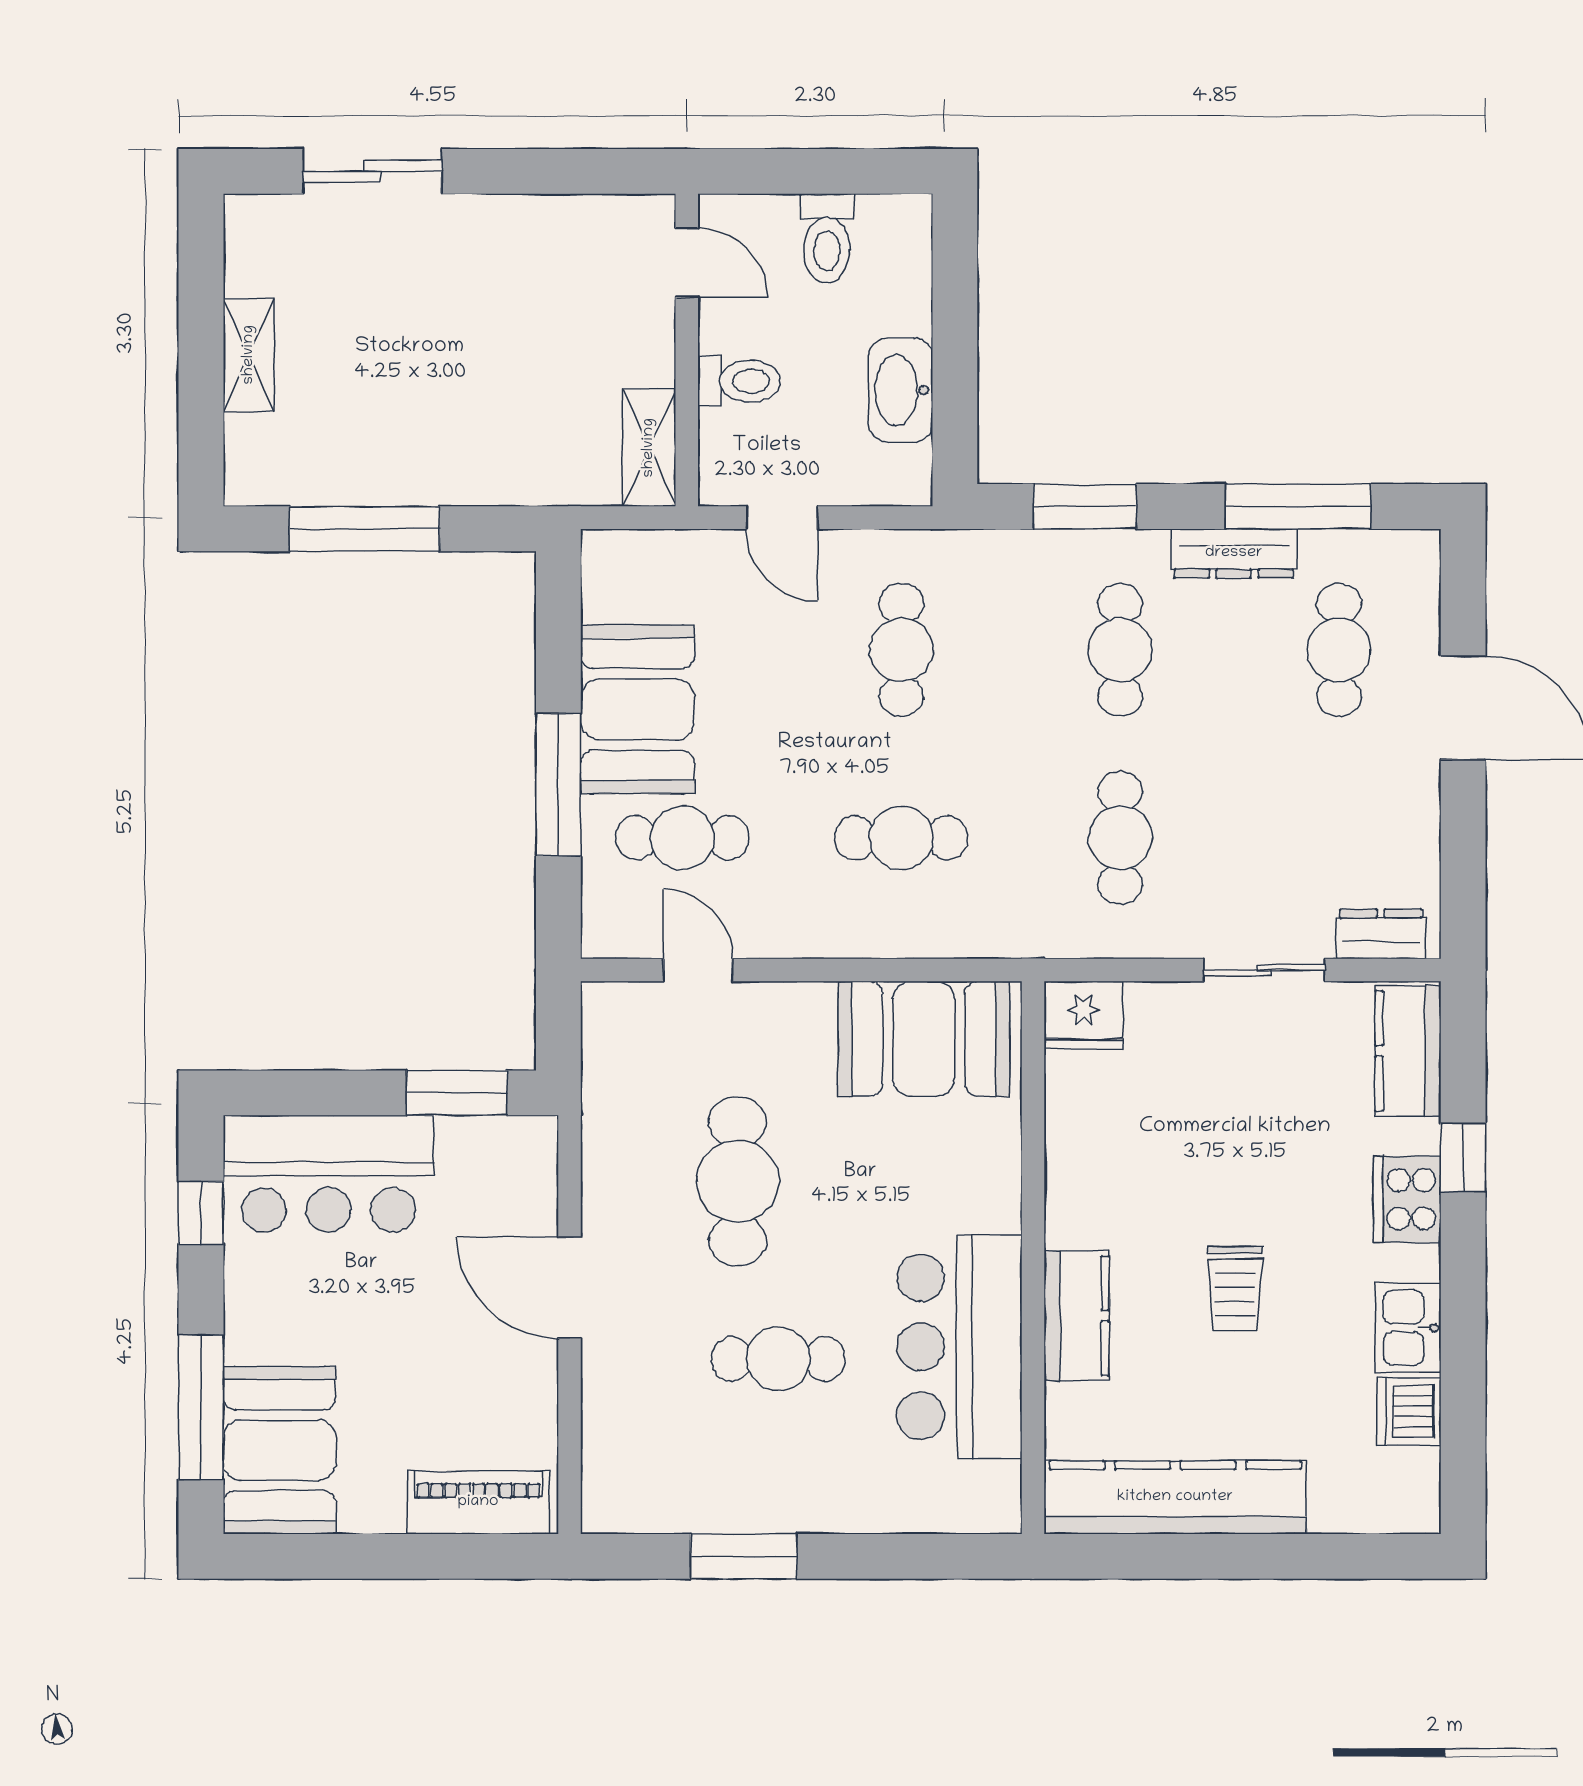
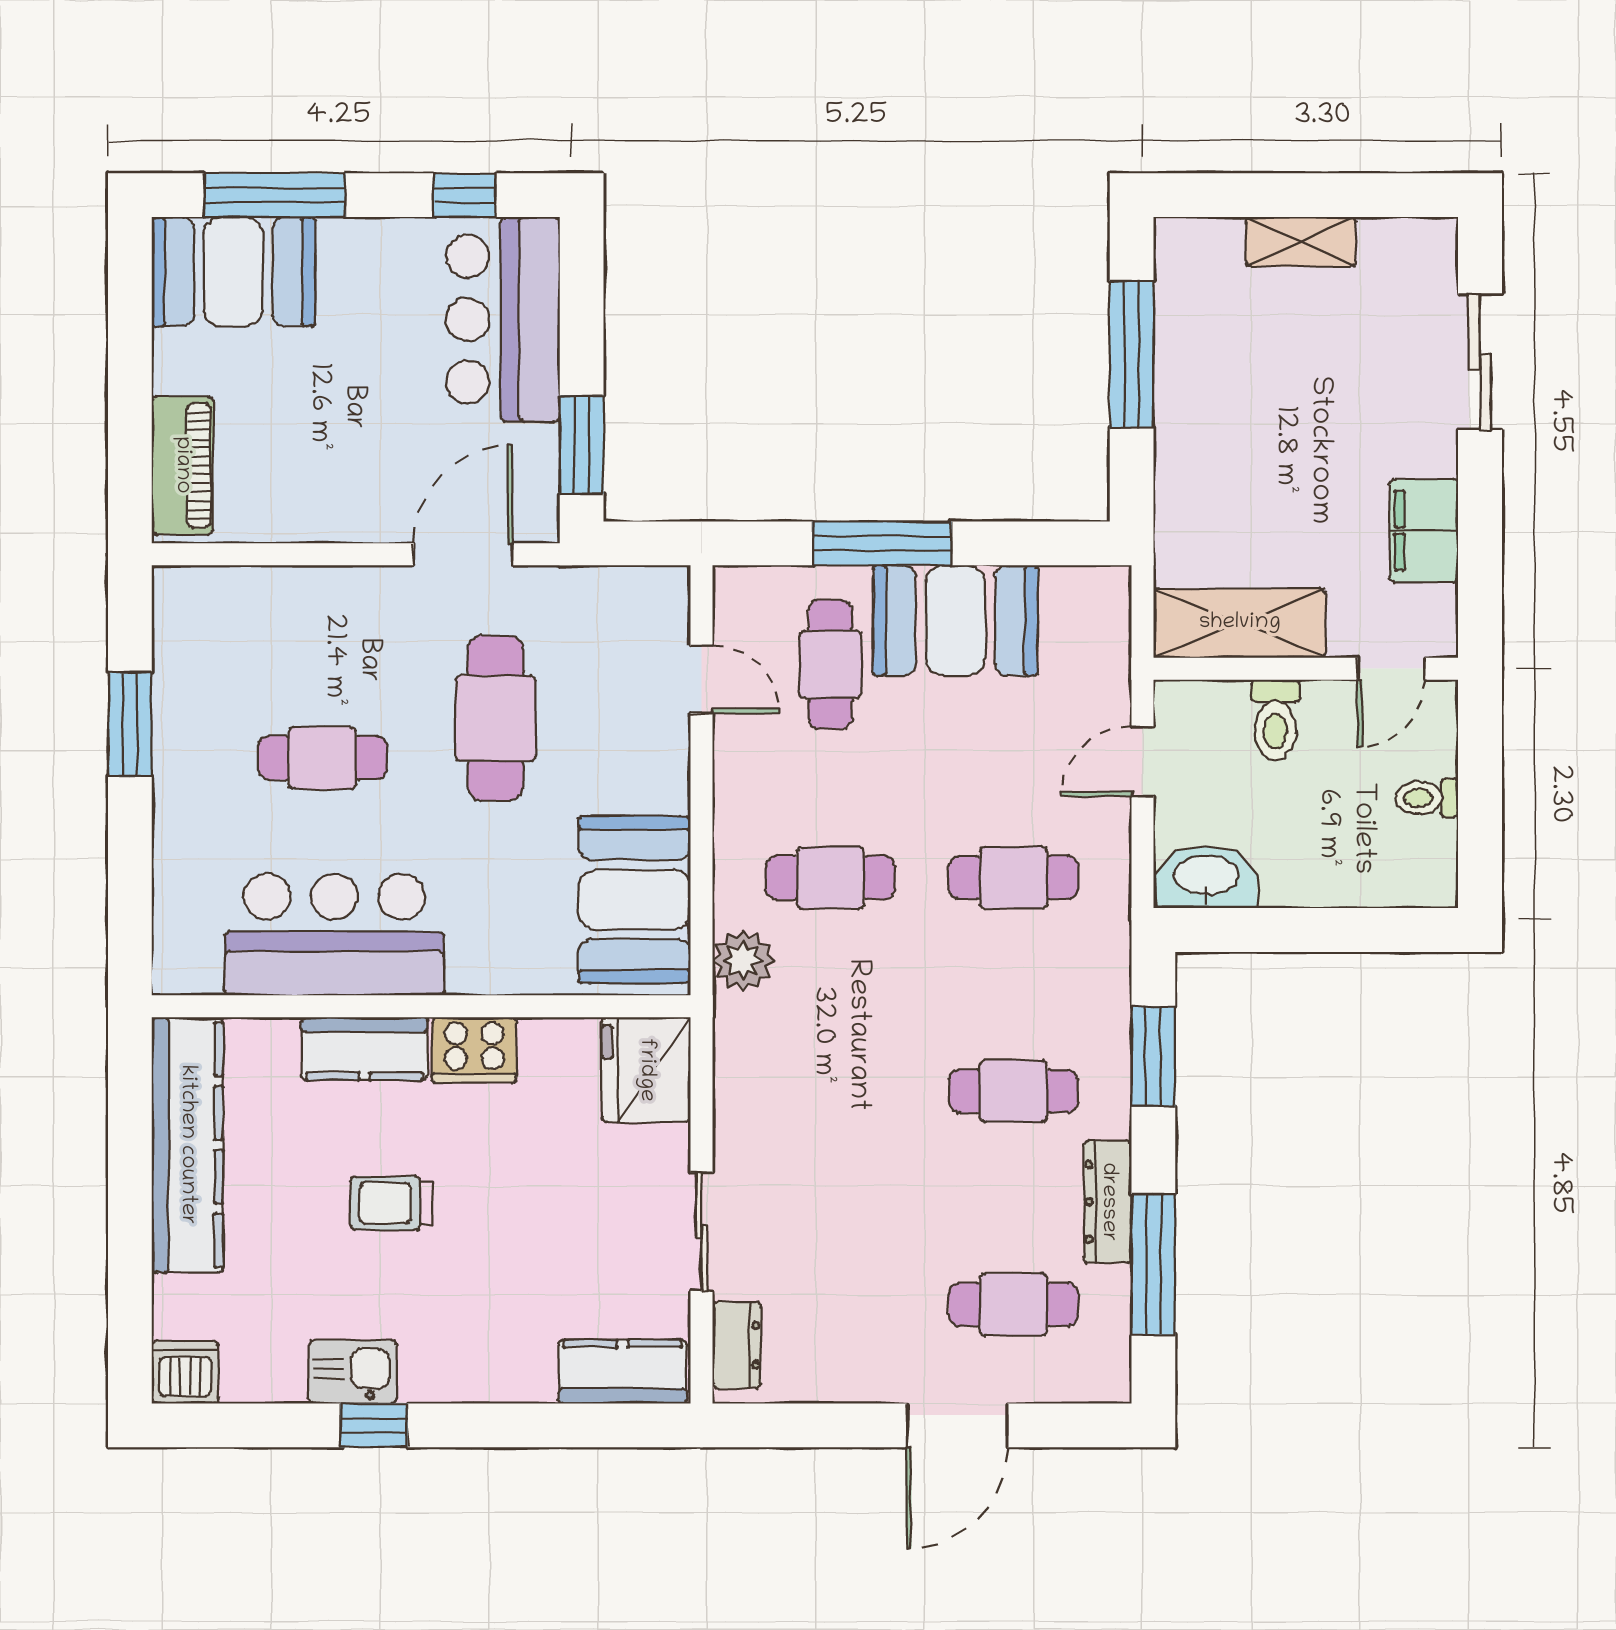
filing cabinet: (545, 229) -> (1424, 531), added
toilet: (827, 238) -> (1427, 798), width x0.73, depth x0.72
washbasin: (901, 390) -> (1206, 877), moved
shelving: (649, 448) -> (1240, 623), width x1.50, depth x1.33
cafe table: (901, 838) -> (830, 878), turned 90
cafe table: (1120, 838) -> (830, 1091), removed
plant: (986, 927) -> (743, 960), added
door: (698, 970) -> (701, 680), hinge flipped
fridge: (1084, 1015) -> (646, 1070), width x1.36, depth x1.34
window: (1463, 1157) -> (374, 1425), moved
cafe table: (738, 1181) -> (495, 718), turned 90
cooker: (1407, 1199) -> (474, 1050), moved, turned 180
door: (570, 1288) -> (463, 554), moved
cafe table: (778, 1359) -> (322, 758), turned 90
dishwasher: (1409, 1412) -> (185, 1372), moved

